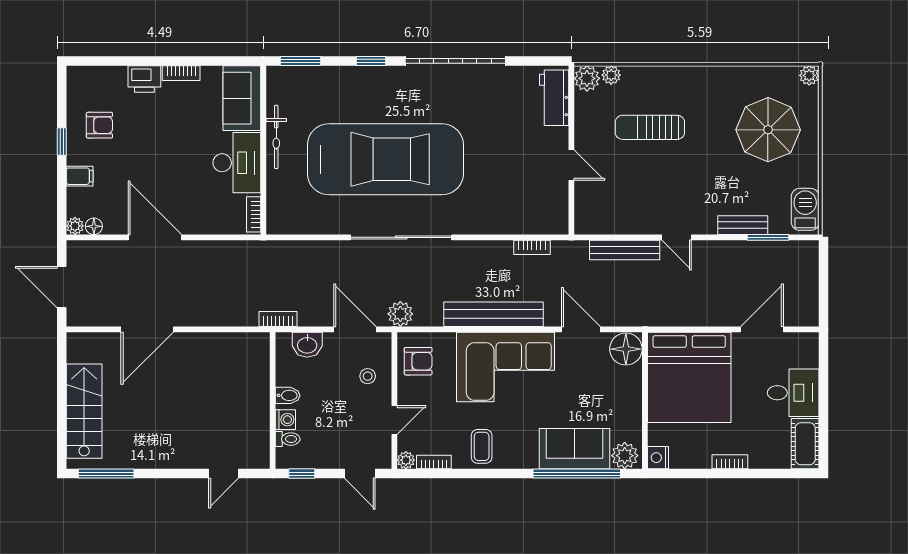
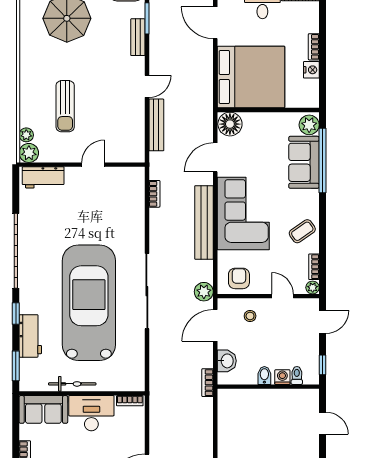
workbench: (341, 80) -> (30, 336), added
coffee table: (482, 446) -> (302, 231), turned -35
nightstand: (658, 458) -> (311, 70), moved, turned -90

